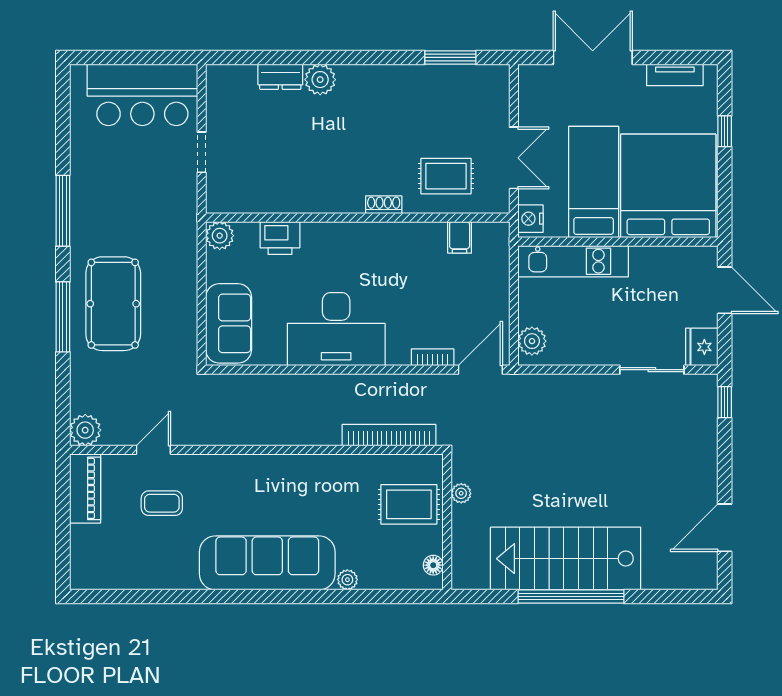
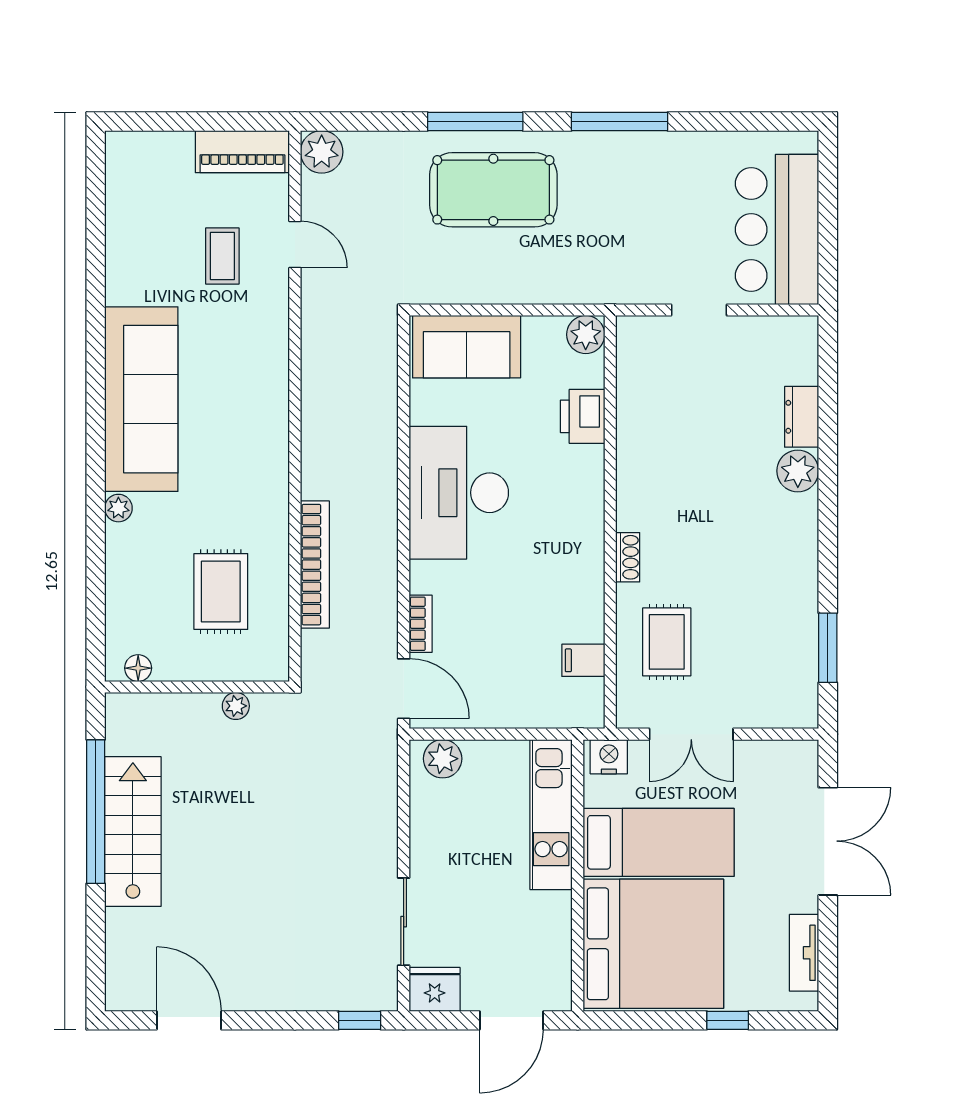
plant: (461, 493) -> (236, 706), moved
wall: (447, 522) -> (197, 687), moved
stairs: (566, 559) -> (133, 832), width x0.73, depth x0.66
floor lamp: (433, 565) -> (138, 668), moved

